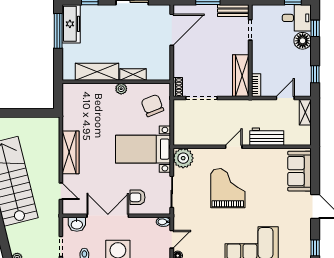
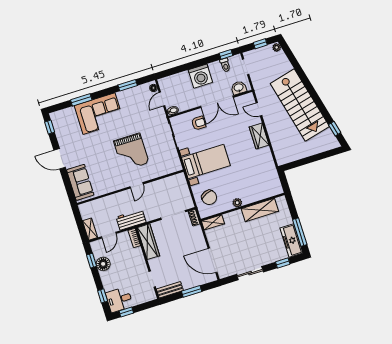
door: (172, 30) -> (213, 260), hinge flipped
floor lamp: (303, 41) -> (103, 264), moved
shelving: (133, 74) -> (213, 222), moved
workbench: (267, 137) -> (131, 220), moved, turned 180
wardrobe: (71, 152) -> (259, 136), width x0.67
plant: (183, 158) -> (173, 164), removed

